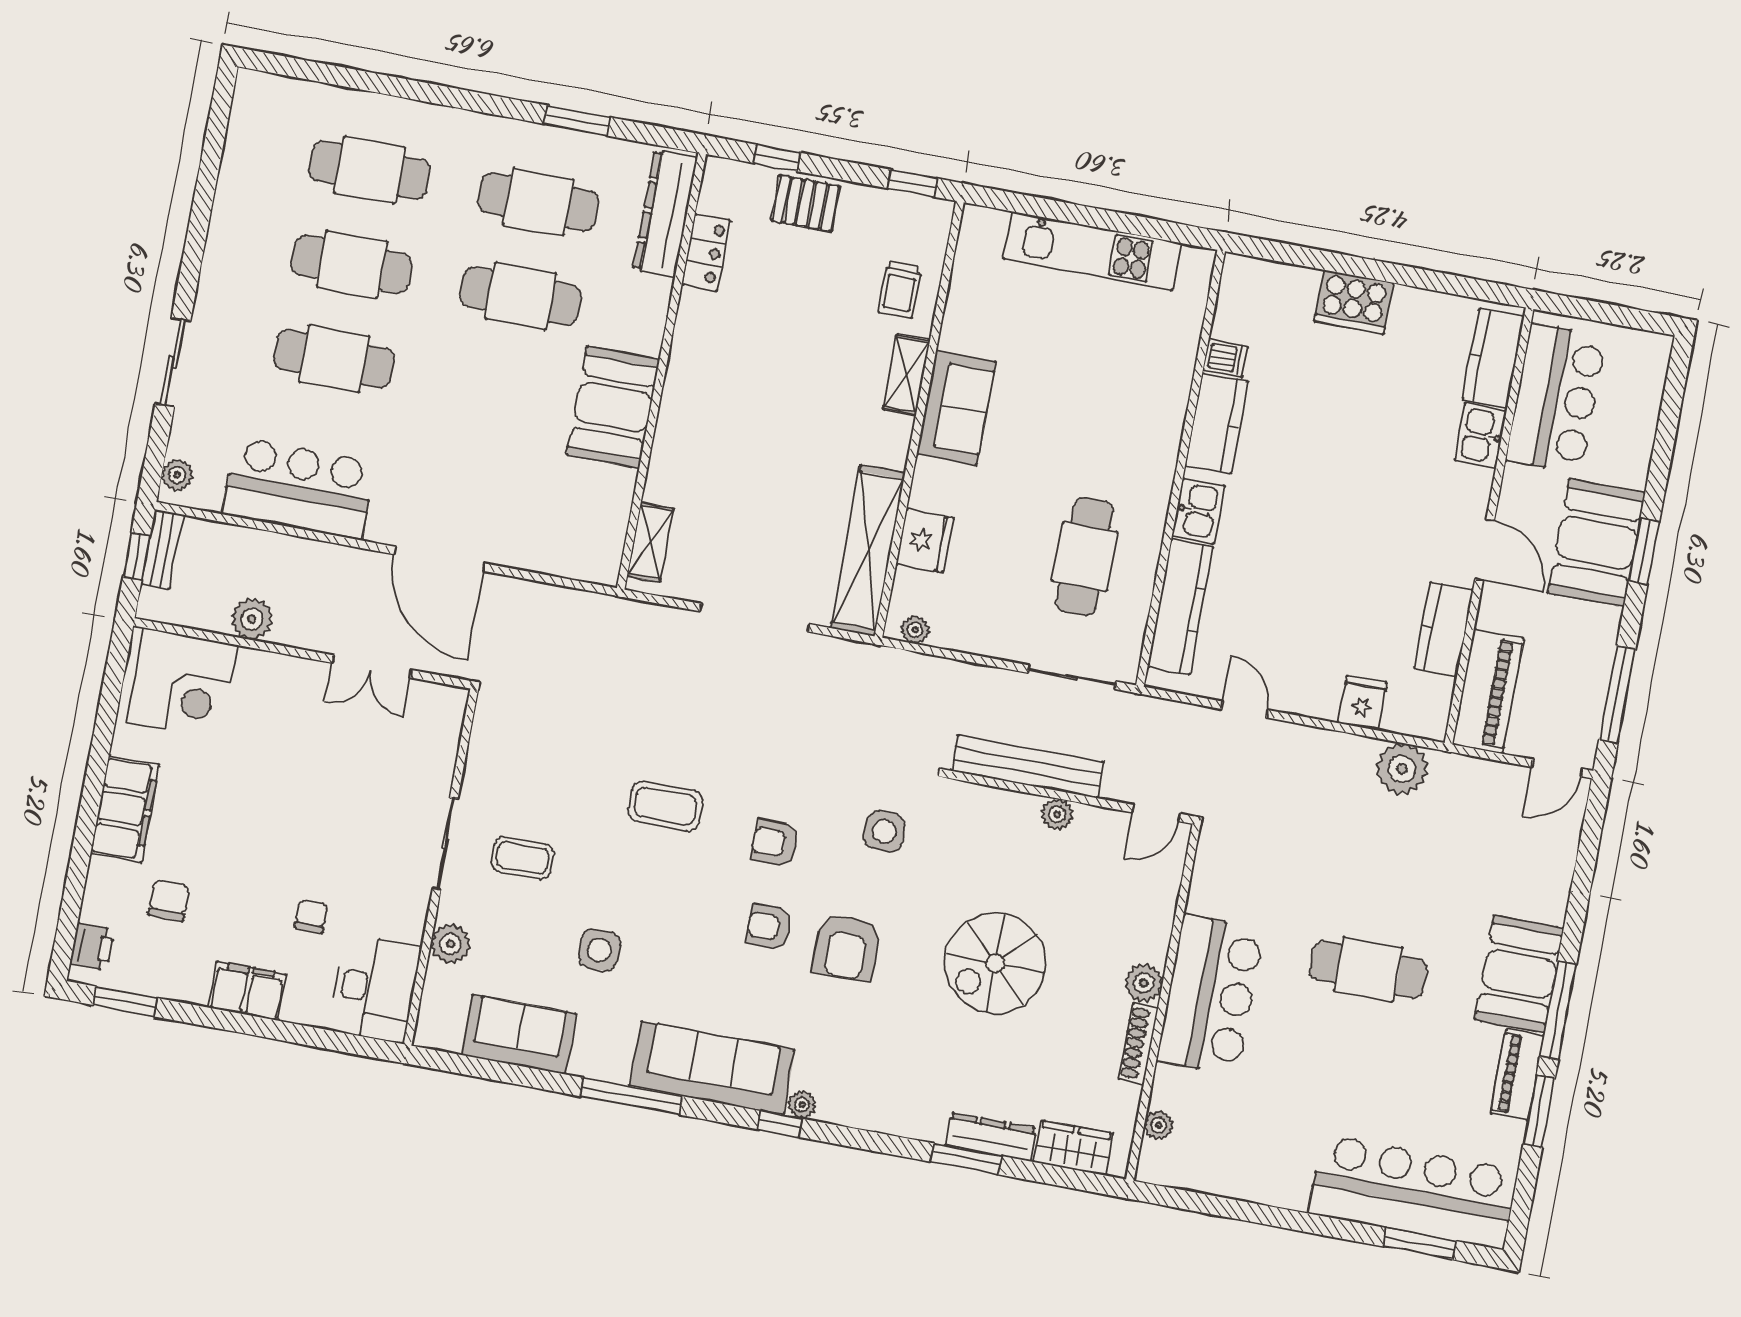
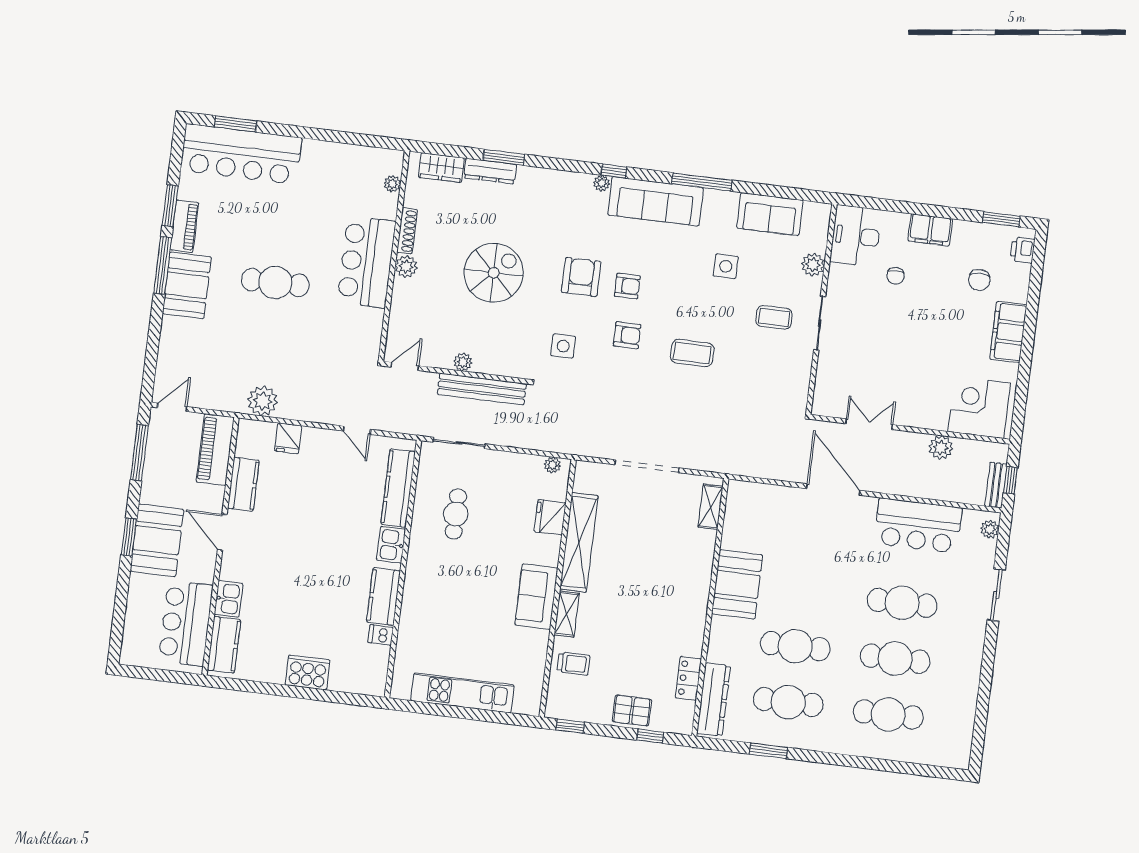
trolley: (900, 289) -> (574, 664), turned 90
shelving: (868, 551) -> (579, 542), moved
cafe table: (1085, 557) -> (456, 514), width x0.73, depth x0.74

